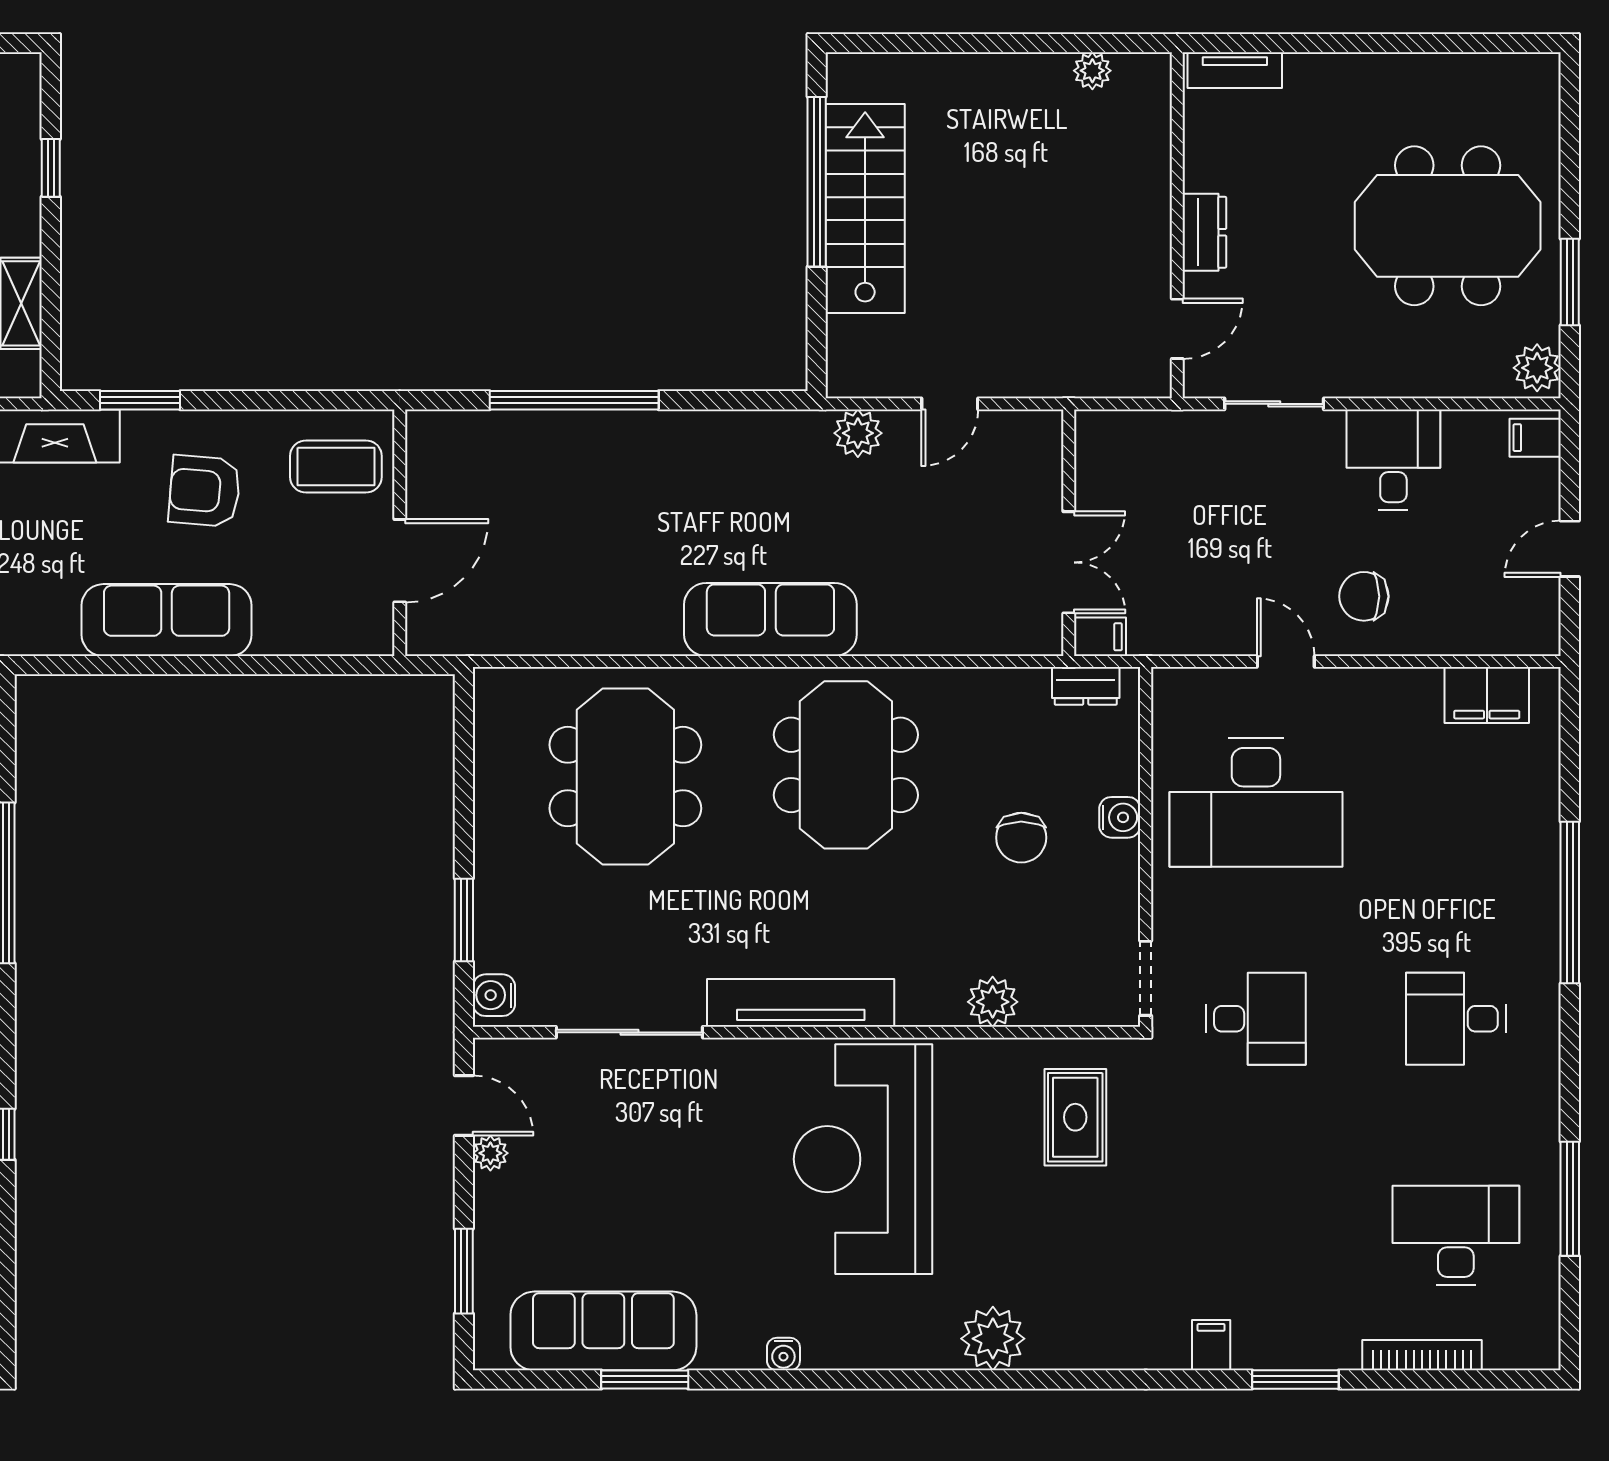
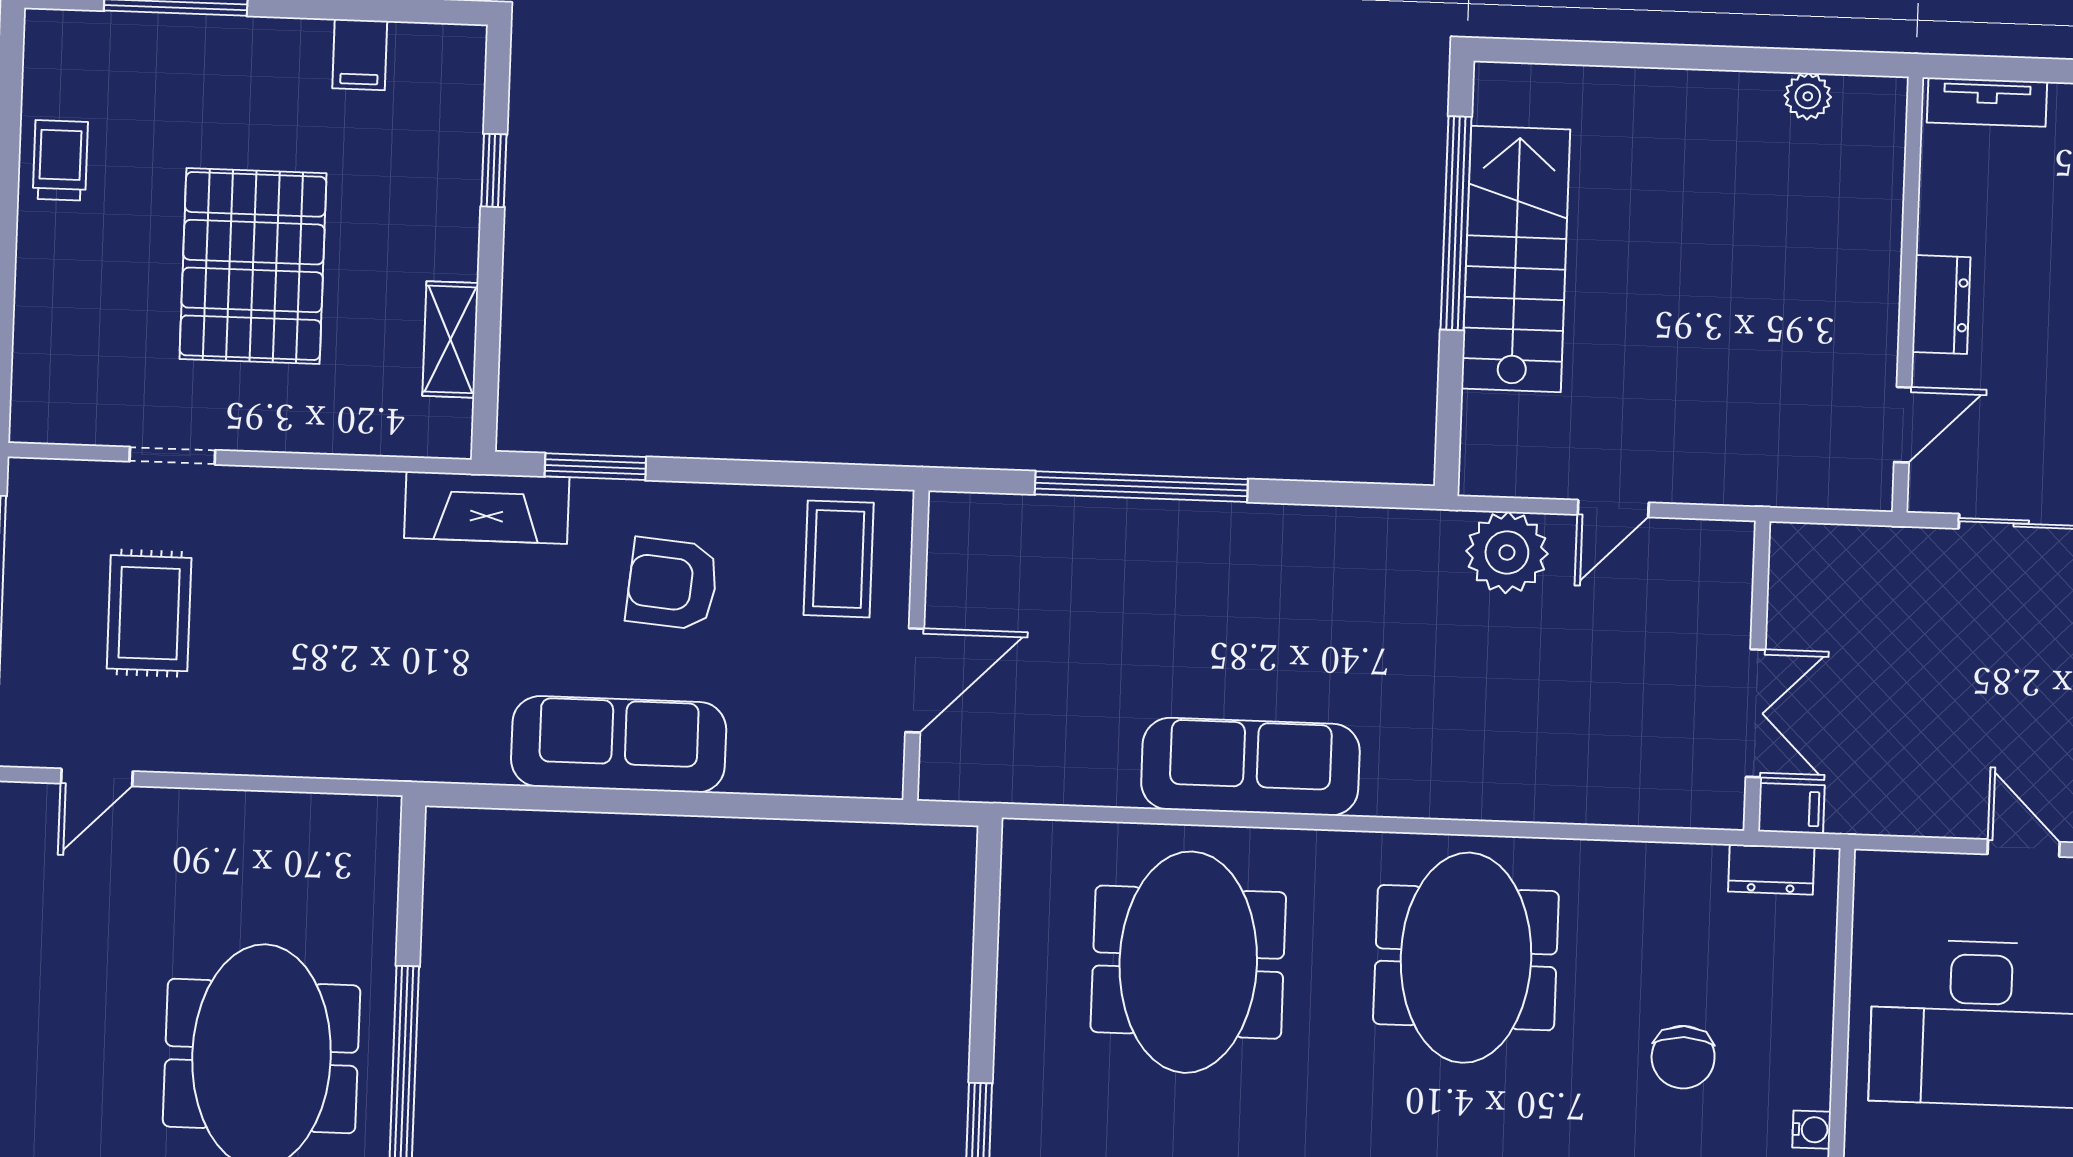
plant: (858, 433) -> (1507, 552), width x1.36, depth x1.36
coffee table: (336, 466) -> (839, 559), turned 90
sofa: (770, 619) -> (1250, 767), moved
water cooler: (1120, 817) -> (1812, 1130), moved, width x0.72, depth x0.72

